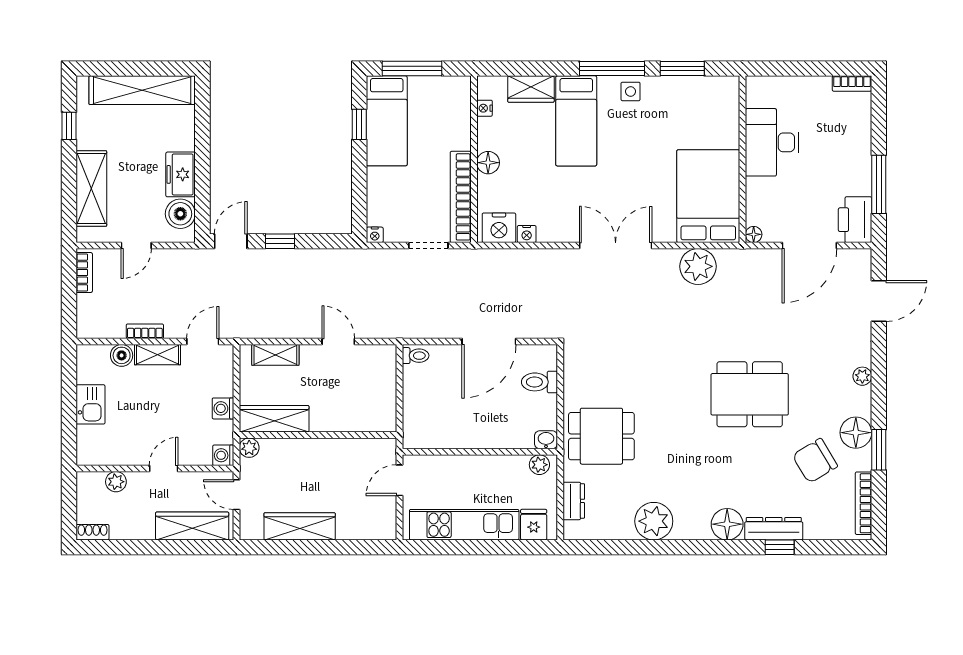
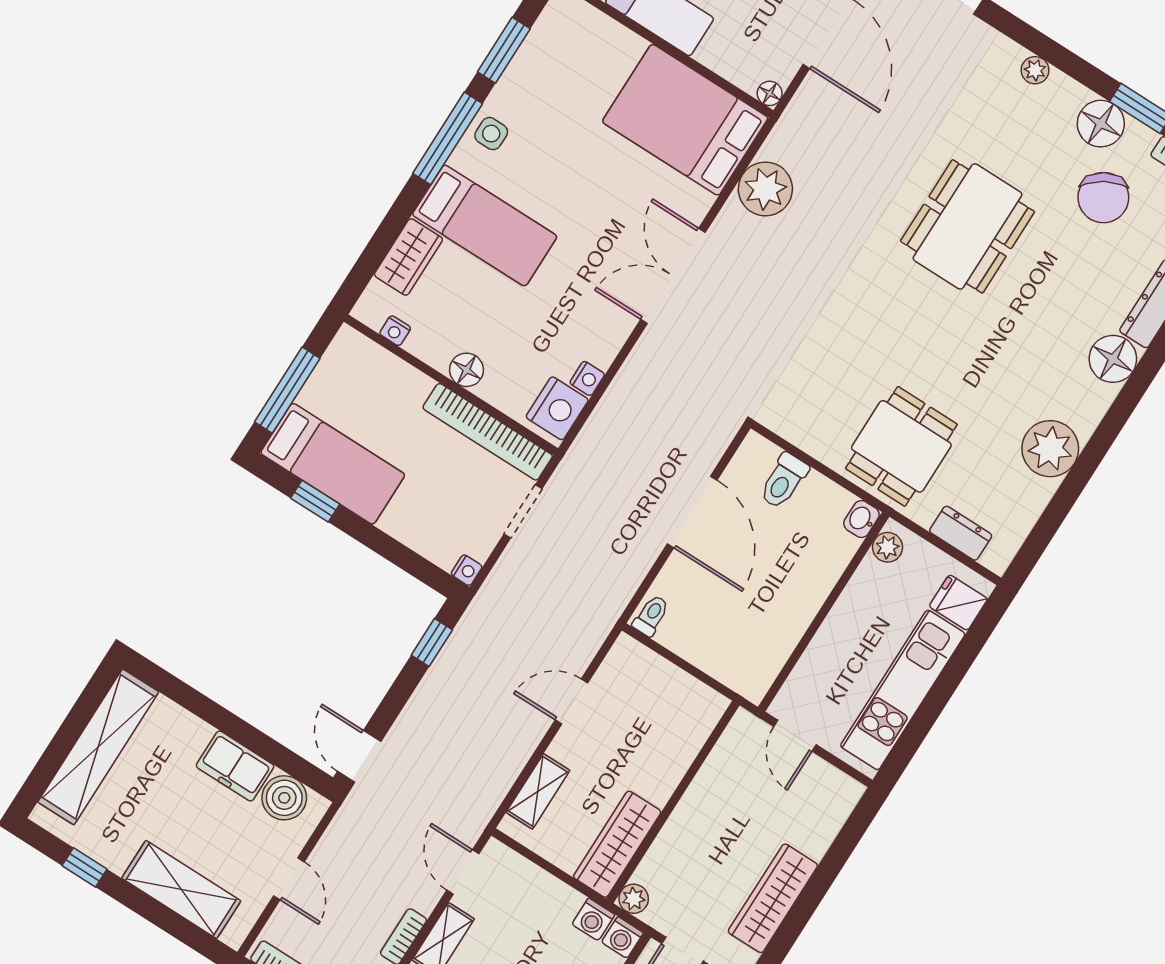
window: (280, 241) -> (432, 642), moved
washing machine: (223, 408) -> (593, 919), moved

